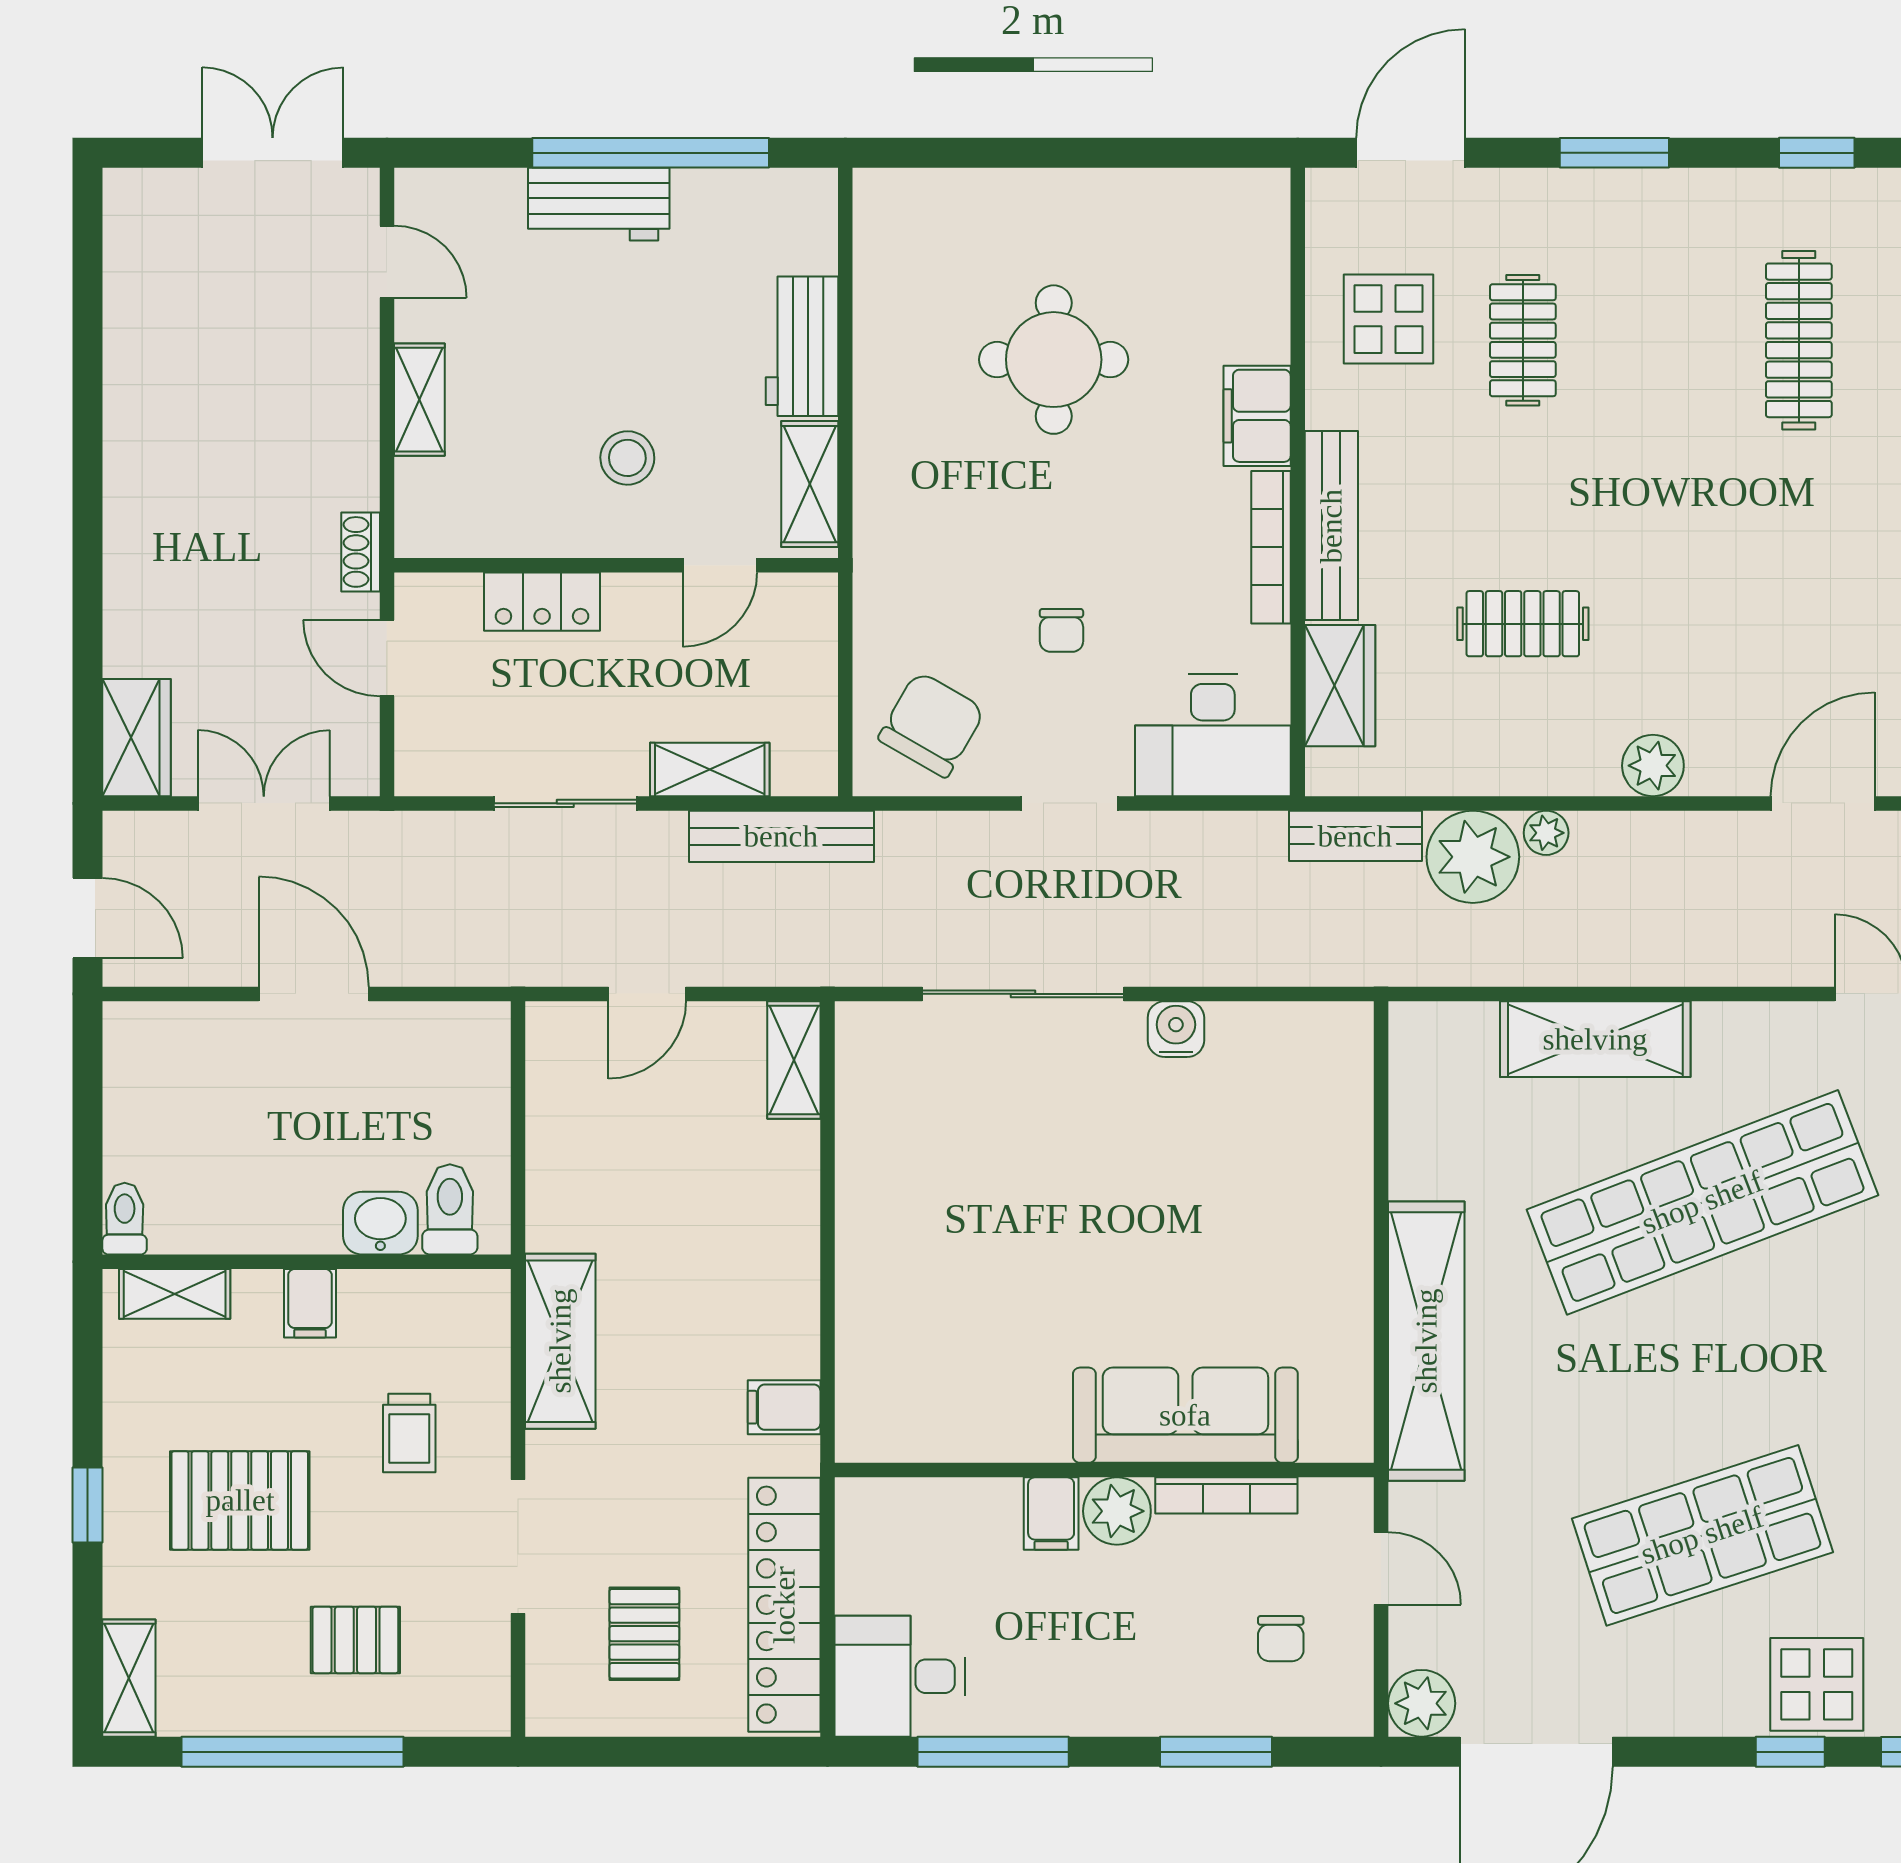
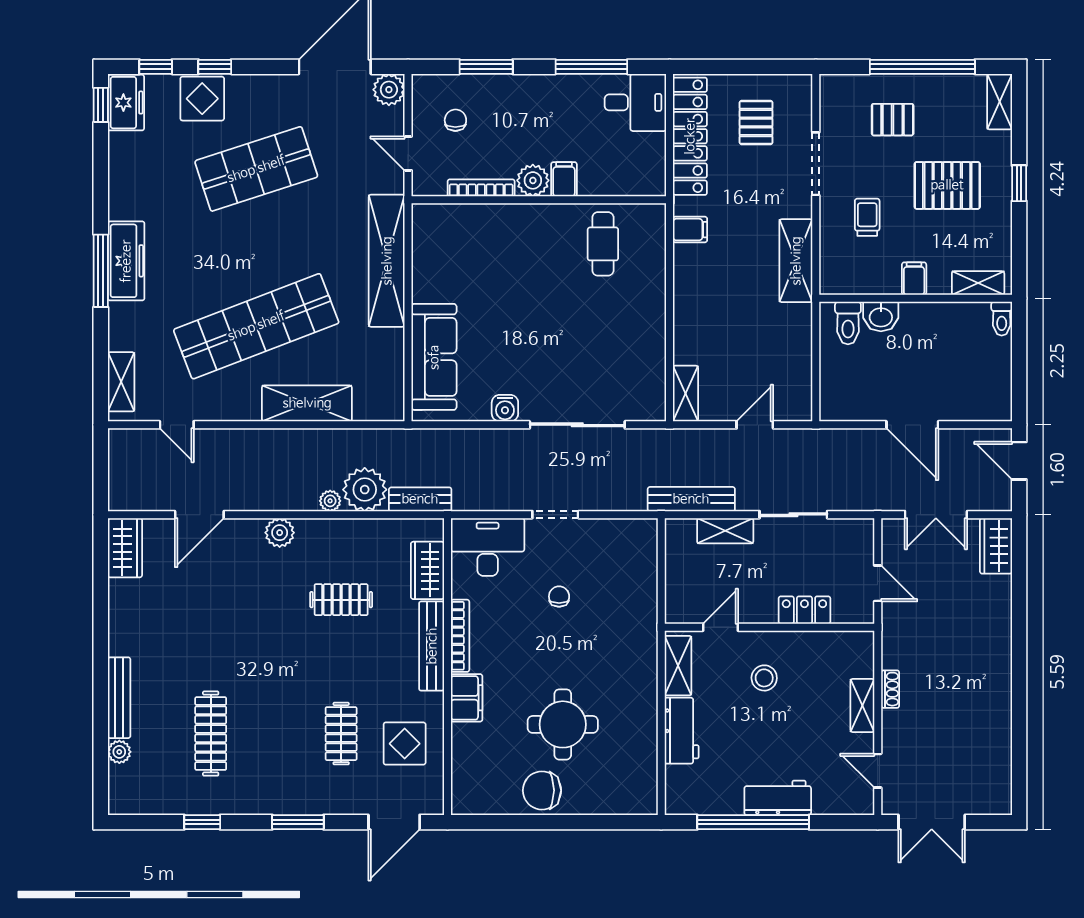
shoe rack: (361, 552) -> (890, 689), moved
chair: (932, 724) -> (542, 790), moved, turned 60
cafe table: (969, 1377) -> (603, 244), added
sofa: (1185, 1415) -> (434, 357), moved, turned -90

